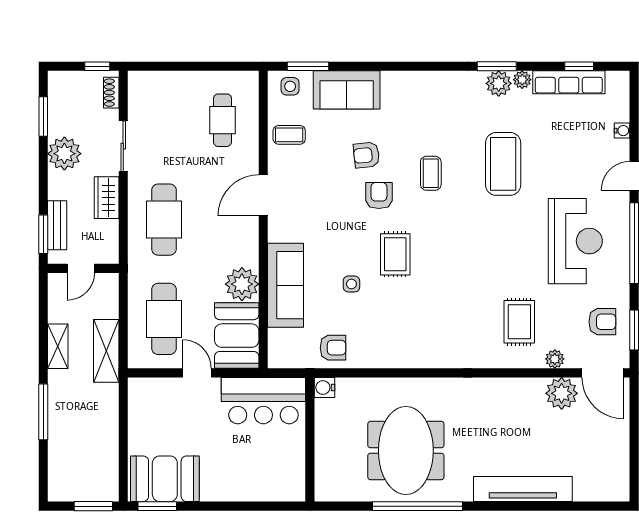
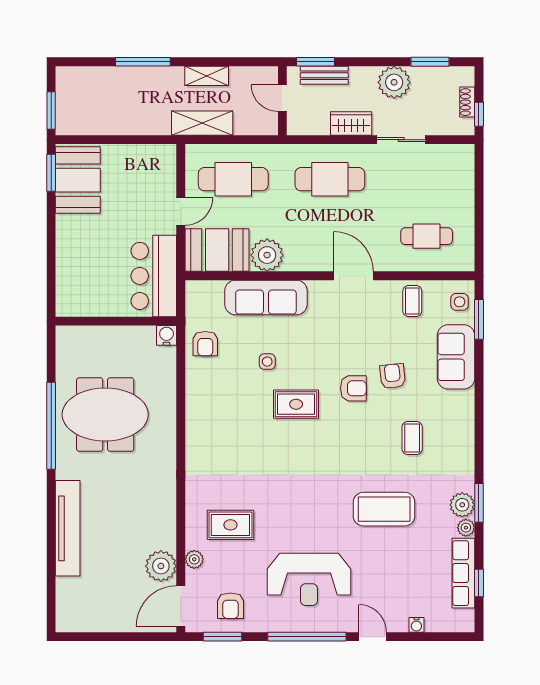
shoe rack: (111, 93) -> (467, 102), moved, turned -90
coffee table: (431, 173) -> (412, 438), moved, turned 90

